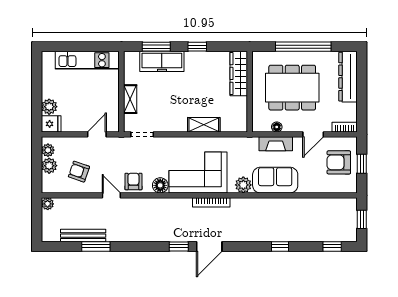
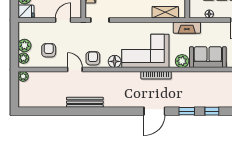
shelving: (204, 125) -> (165, 12), moved
fireplace: (276, 144) -> (187, 28), moved
plant: (48, 150) -> (23, 58), moved
armchair: (79, 172) -> (49, 50), turned 71
bench: (83, 236) -> (85, 102), moved
window: (96, 246) -> (62, 111), removed
window: (179, 246) -> (187, 111), moved

